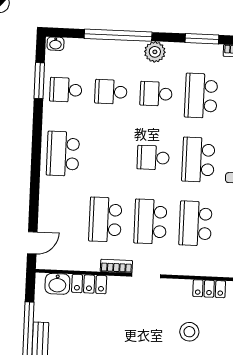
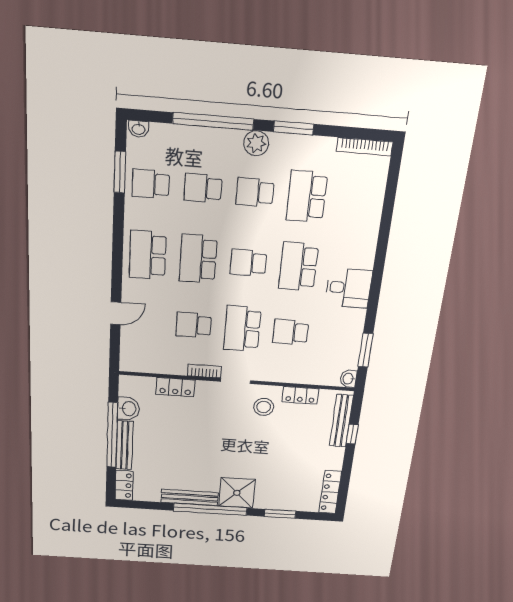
window: (202, 39) -> (294, 128), moved
school desk: (108, 156) -> (198, 259), added
school desk: (105, 220) -> (194, 325), width x0.54
school desk: (195, 223) -> (291, 332), width x0.54
door: (32, 243) -> (116, 313), moved
washbasin: (57, 284) -> (128, 409), moved, turned -90
stool: (189, 332) -> (264, 407), moved

